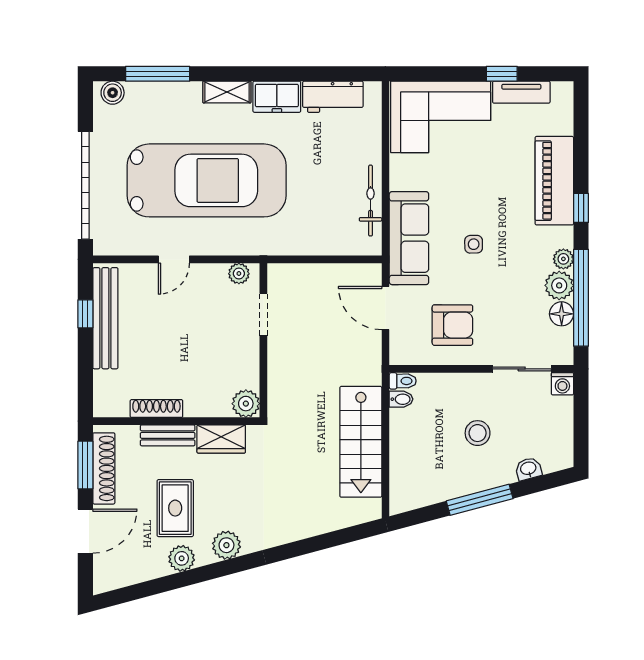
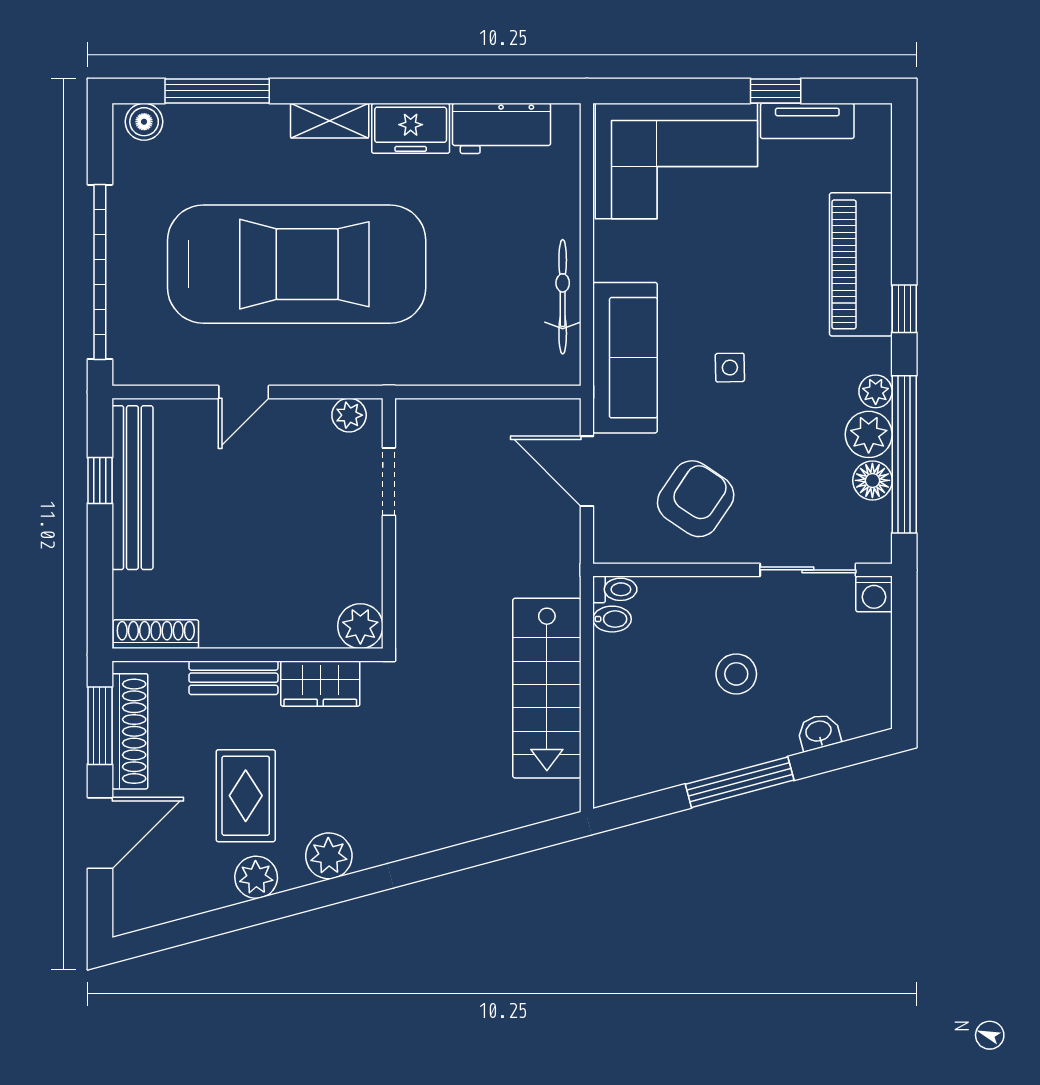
armchair: (452, 325) -> (696, 499), turned -56
shoe rack: (156, 409) -> (156, 634), moved

